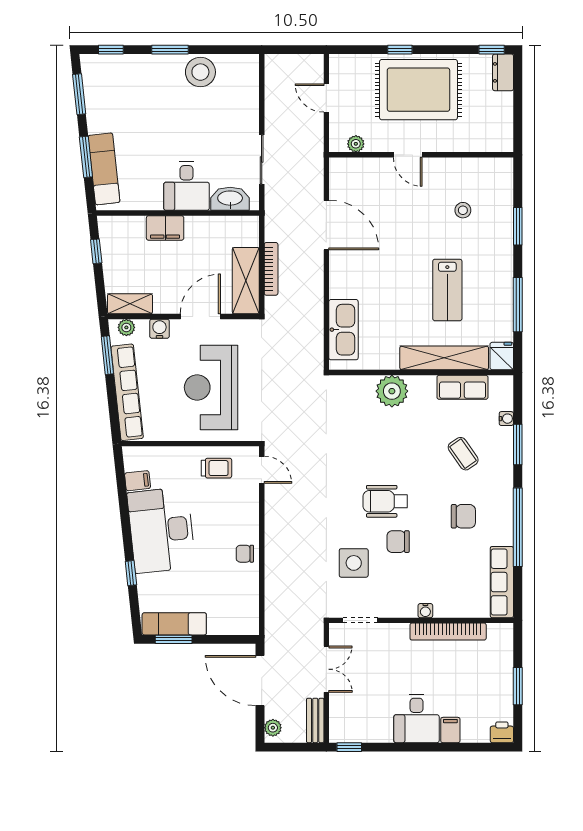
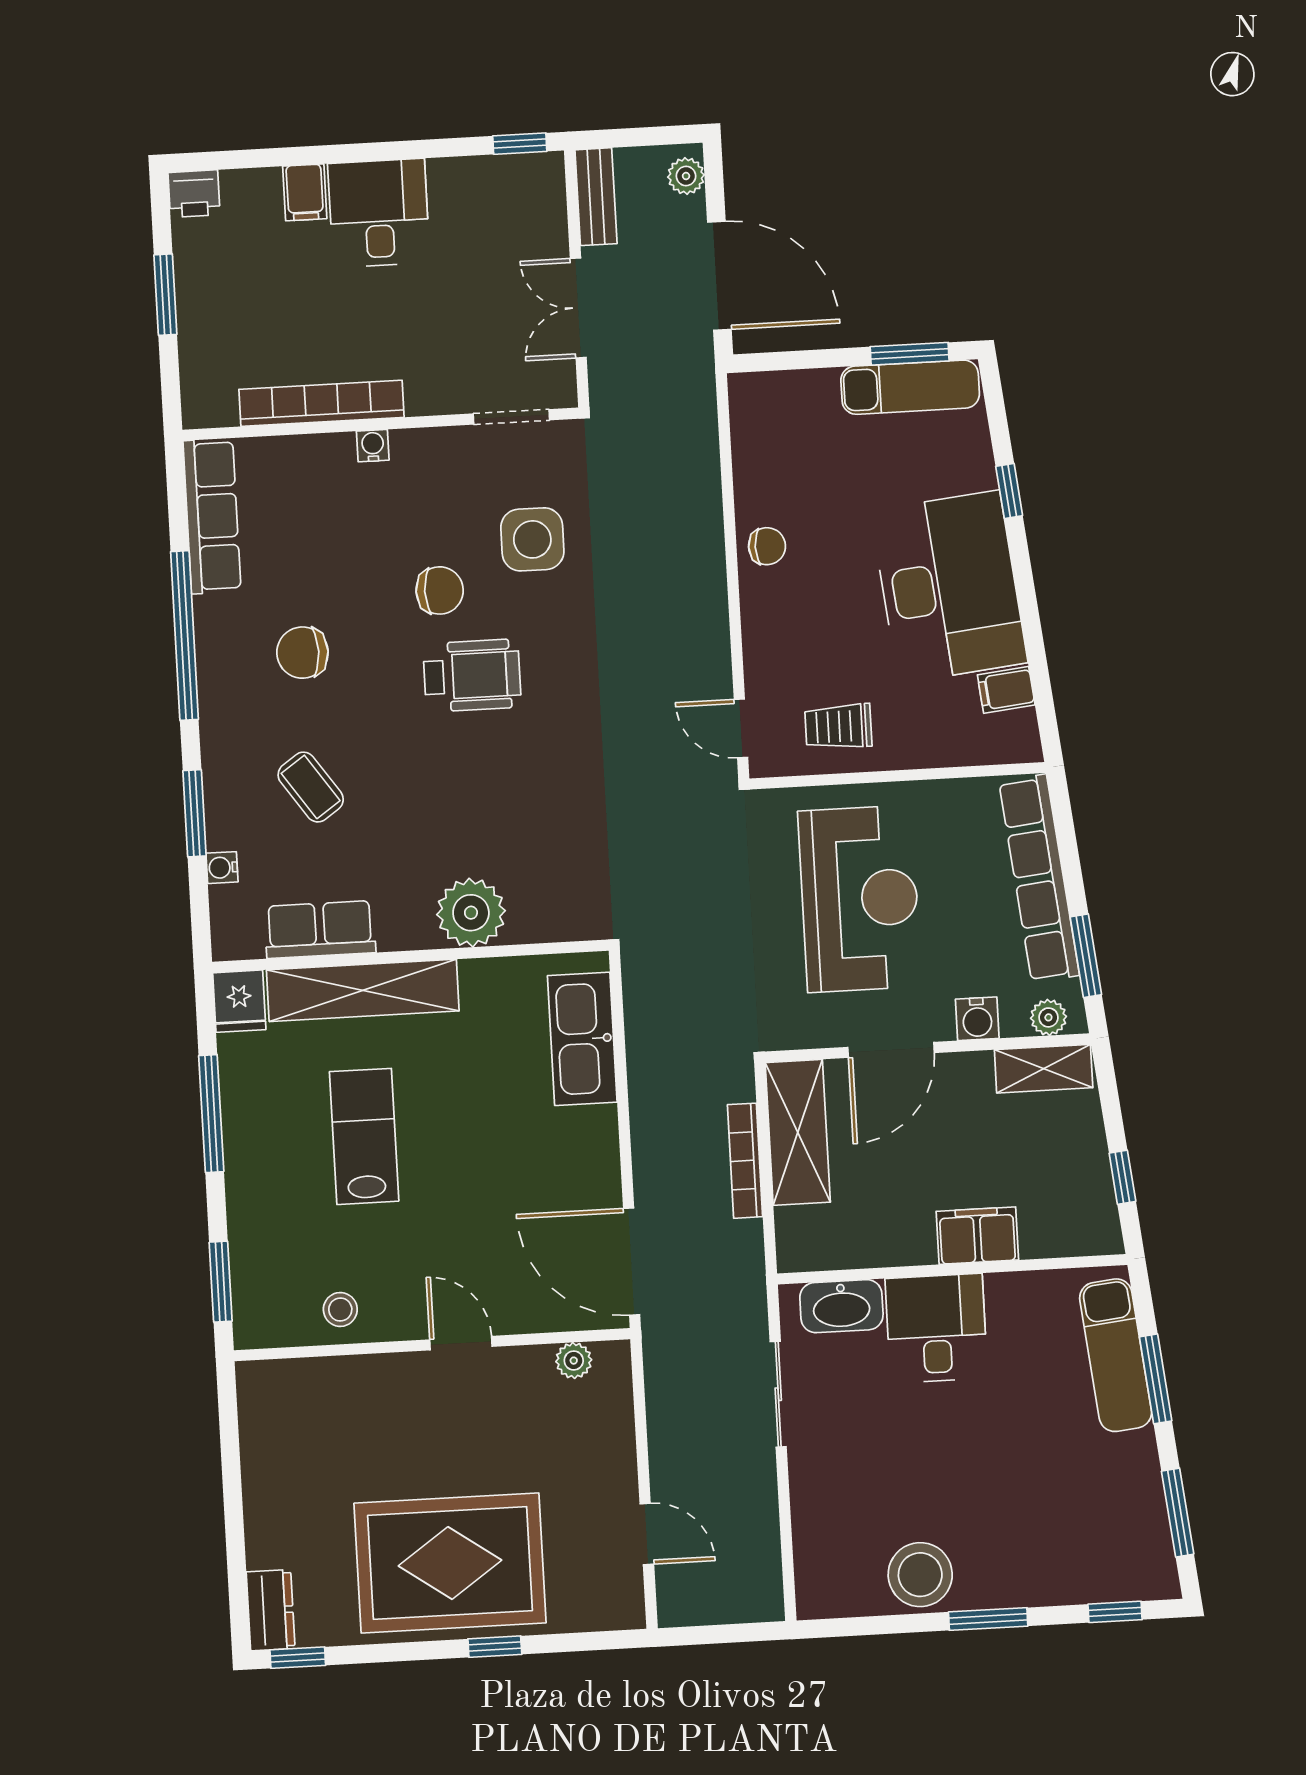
plant: (356, 144) -> (574, 1361), moved
door: (408, 155) -> (461, 1343), moved
wall: (421, 155) -> (432, 1345), moved

